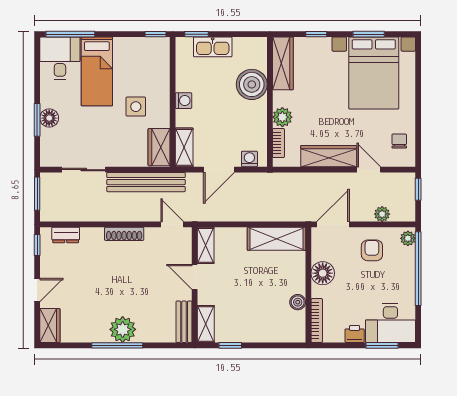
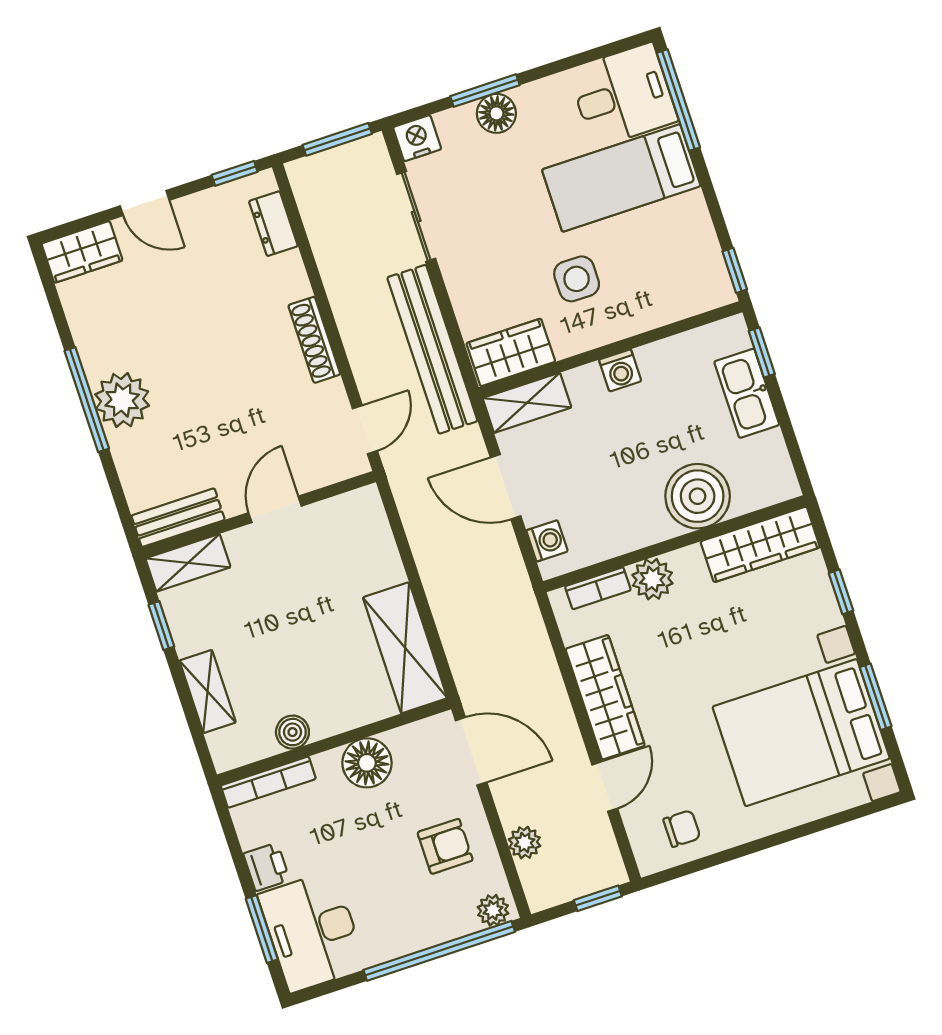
nightstand: (49, 157) -> (417, 138), added
shelving: (206, 245) -> (208, 691), moved, turned 90

